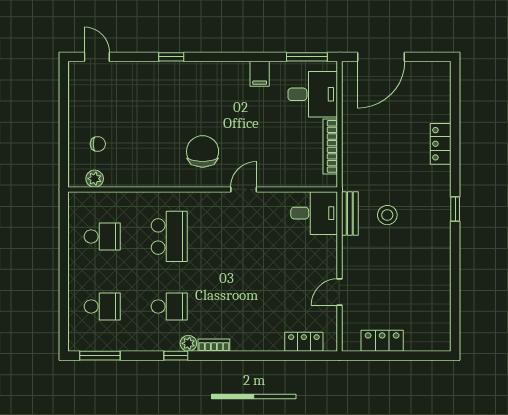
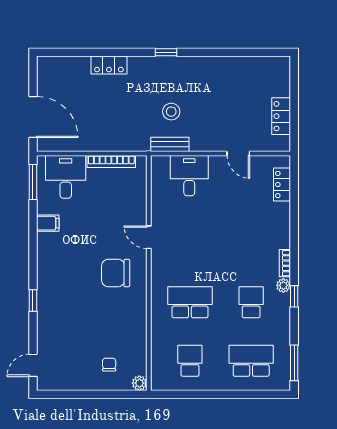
plant: (95, 179) -> (139, 383), moved
desk: (314, 213) -> (189, 176), moved
school desk: (102, 306) -> (251, 361), width x1.85

